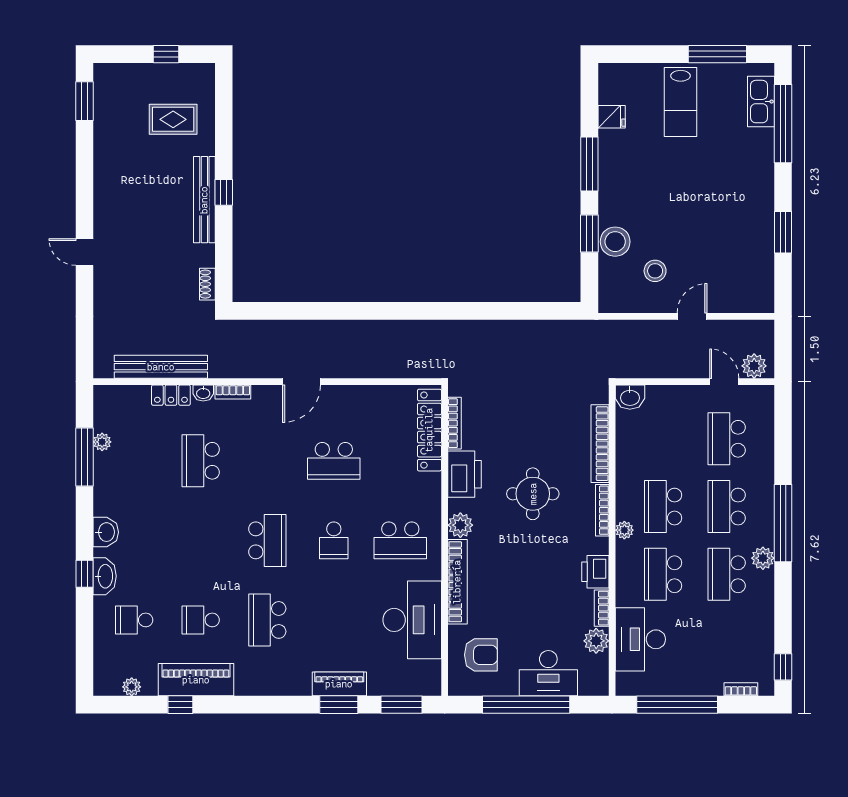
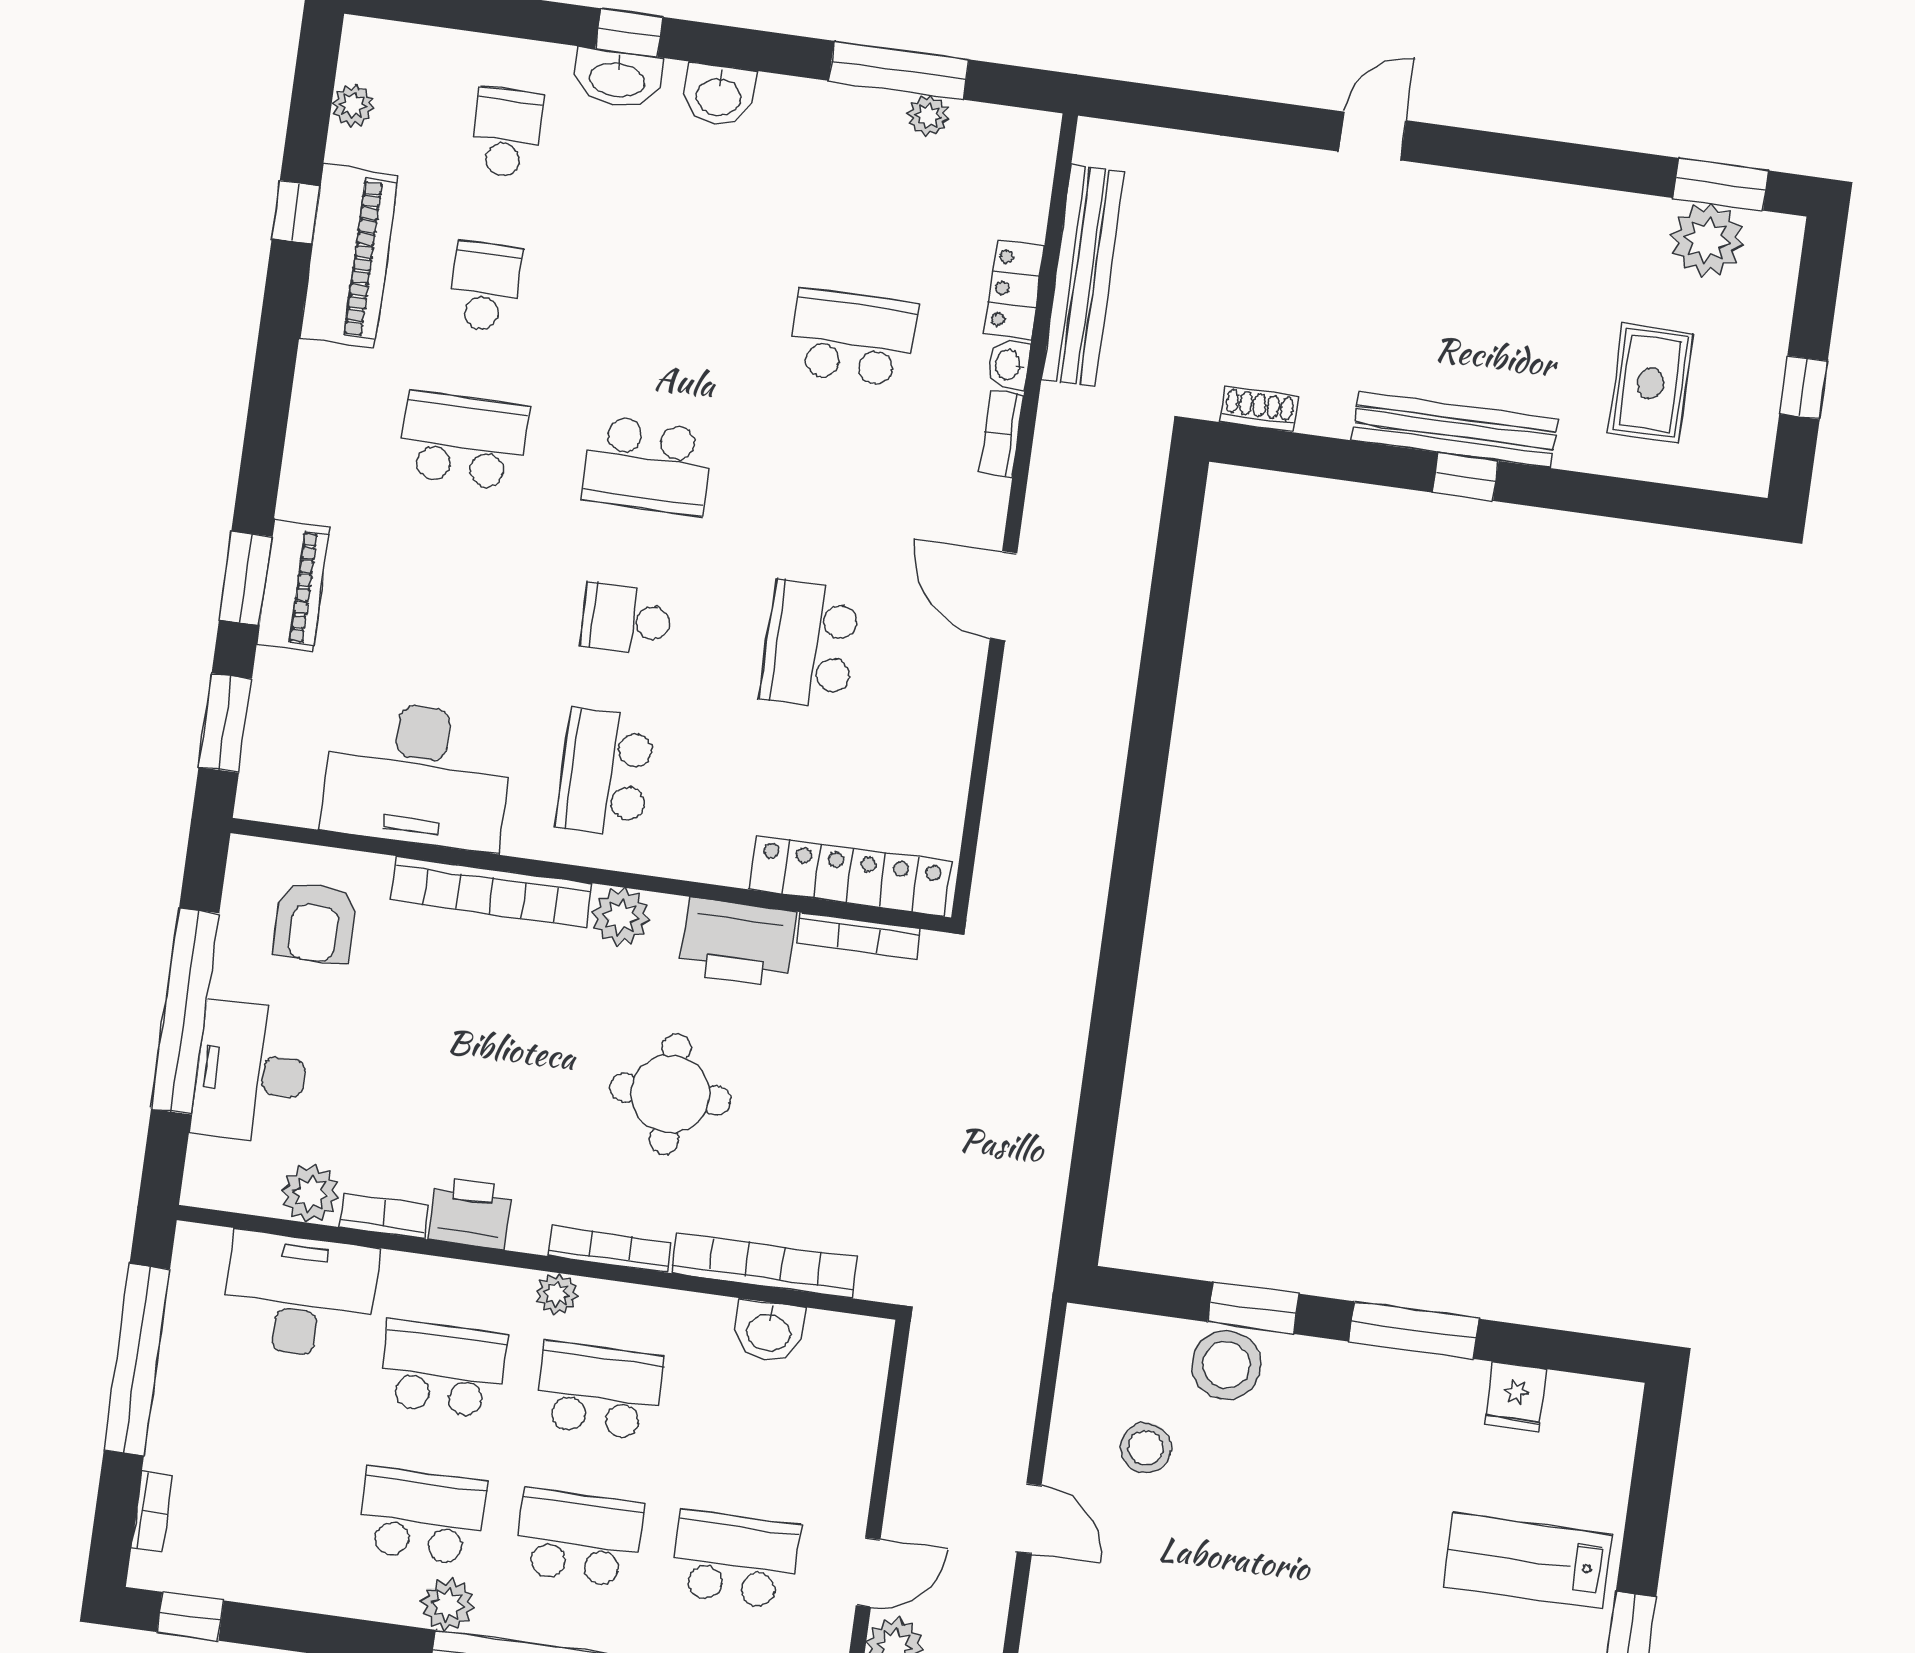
plant: (109, 104) -> (1707, 240), added
washbasin: (630, 397) -> (769, 1331), moved, turned -90

